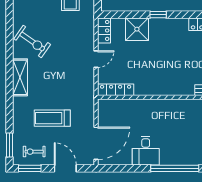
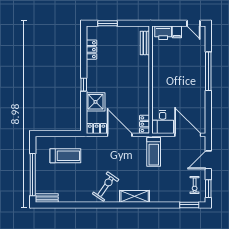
door: (96, 59) -> (120, 135), width x1.87
locker: (116, 90) -> (145, 124), width x0.66
treadmill: (52, 118) -> (154, 152), moved
desk: (146, 151) -> (163, 122), moved, turned 90

